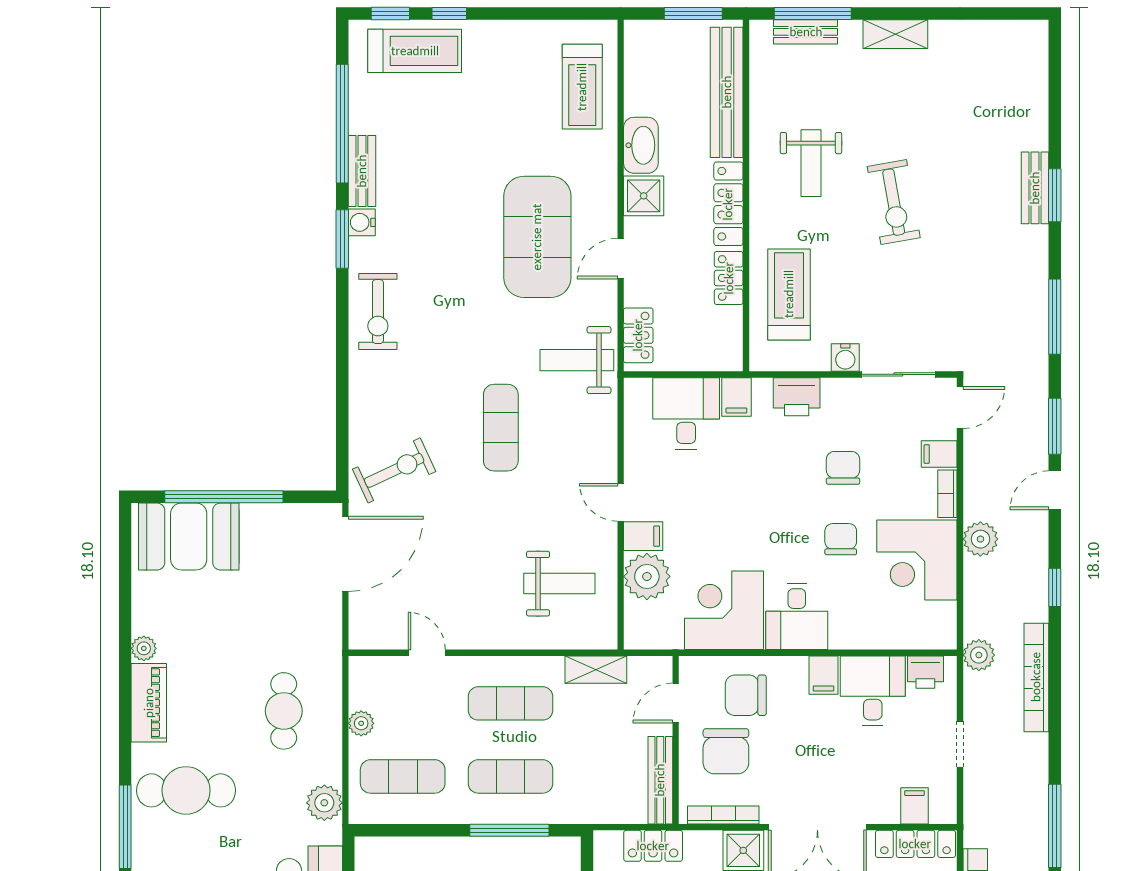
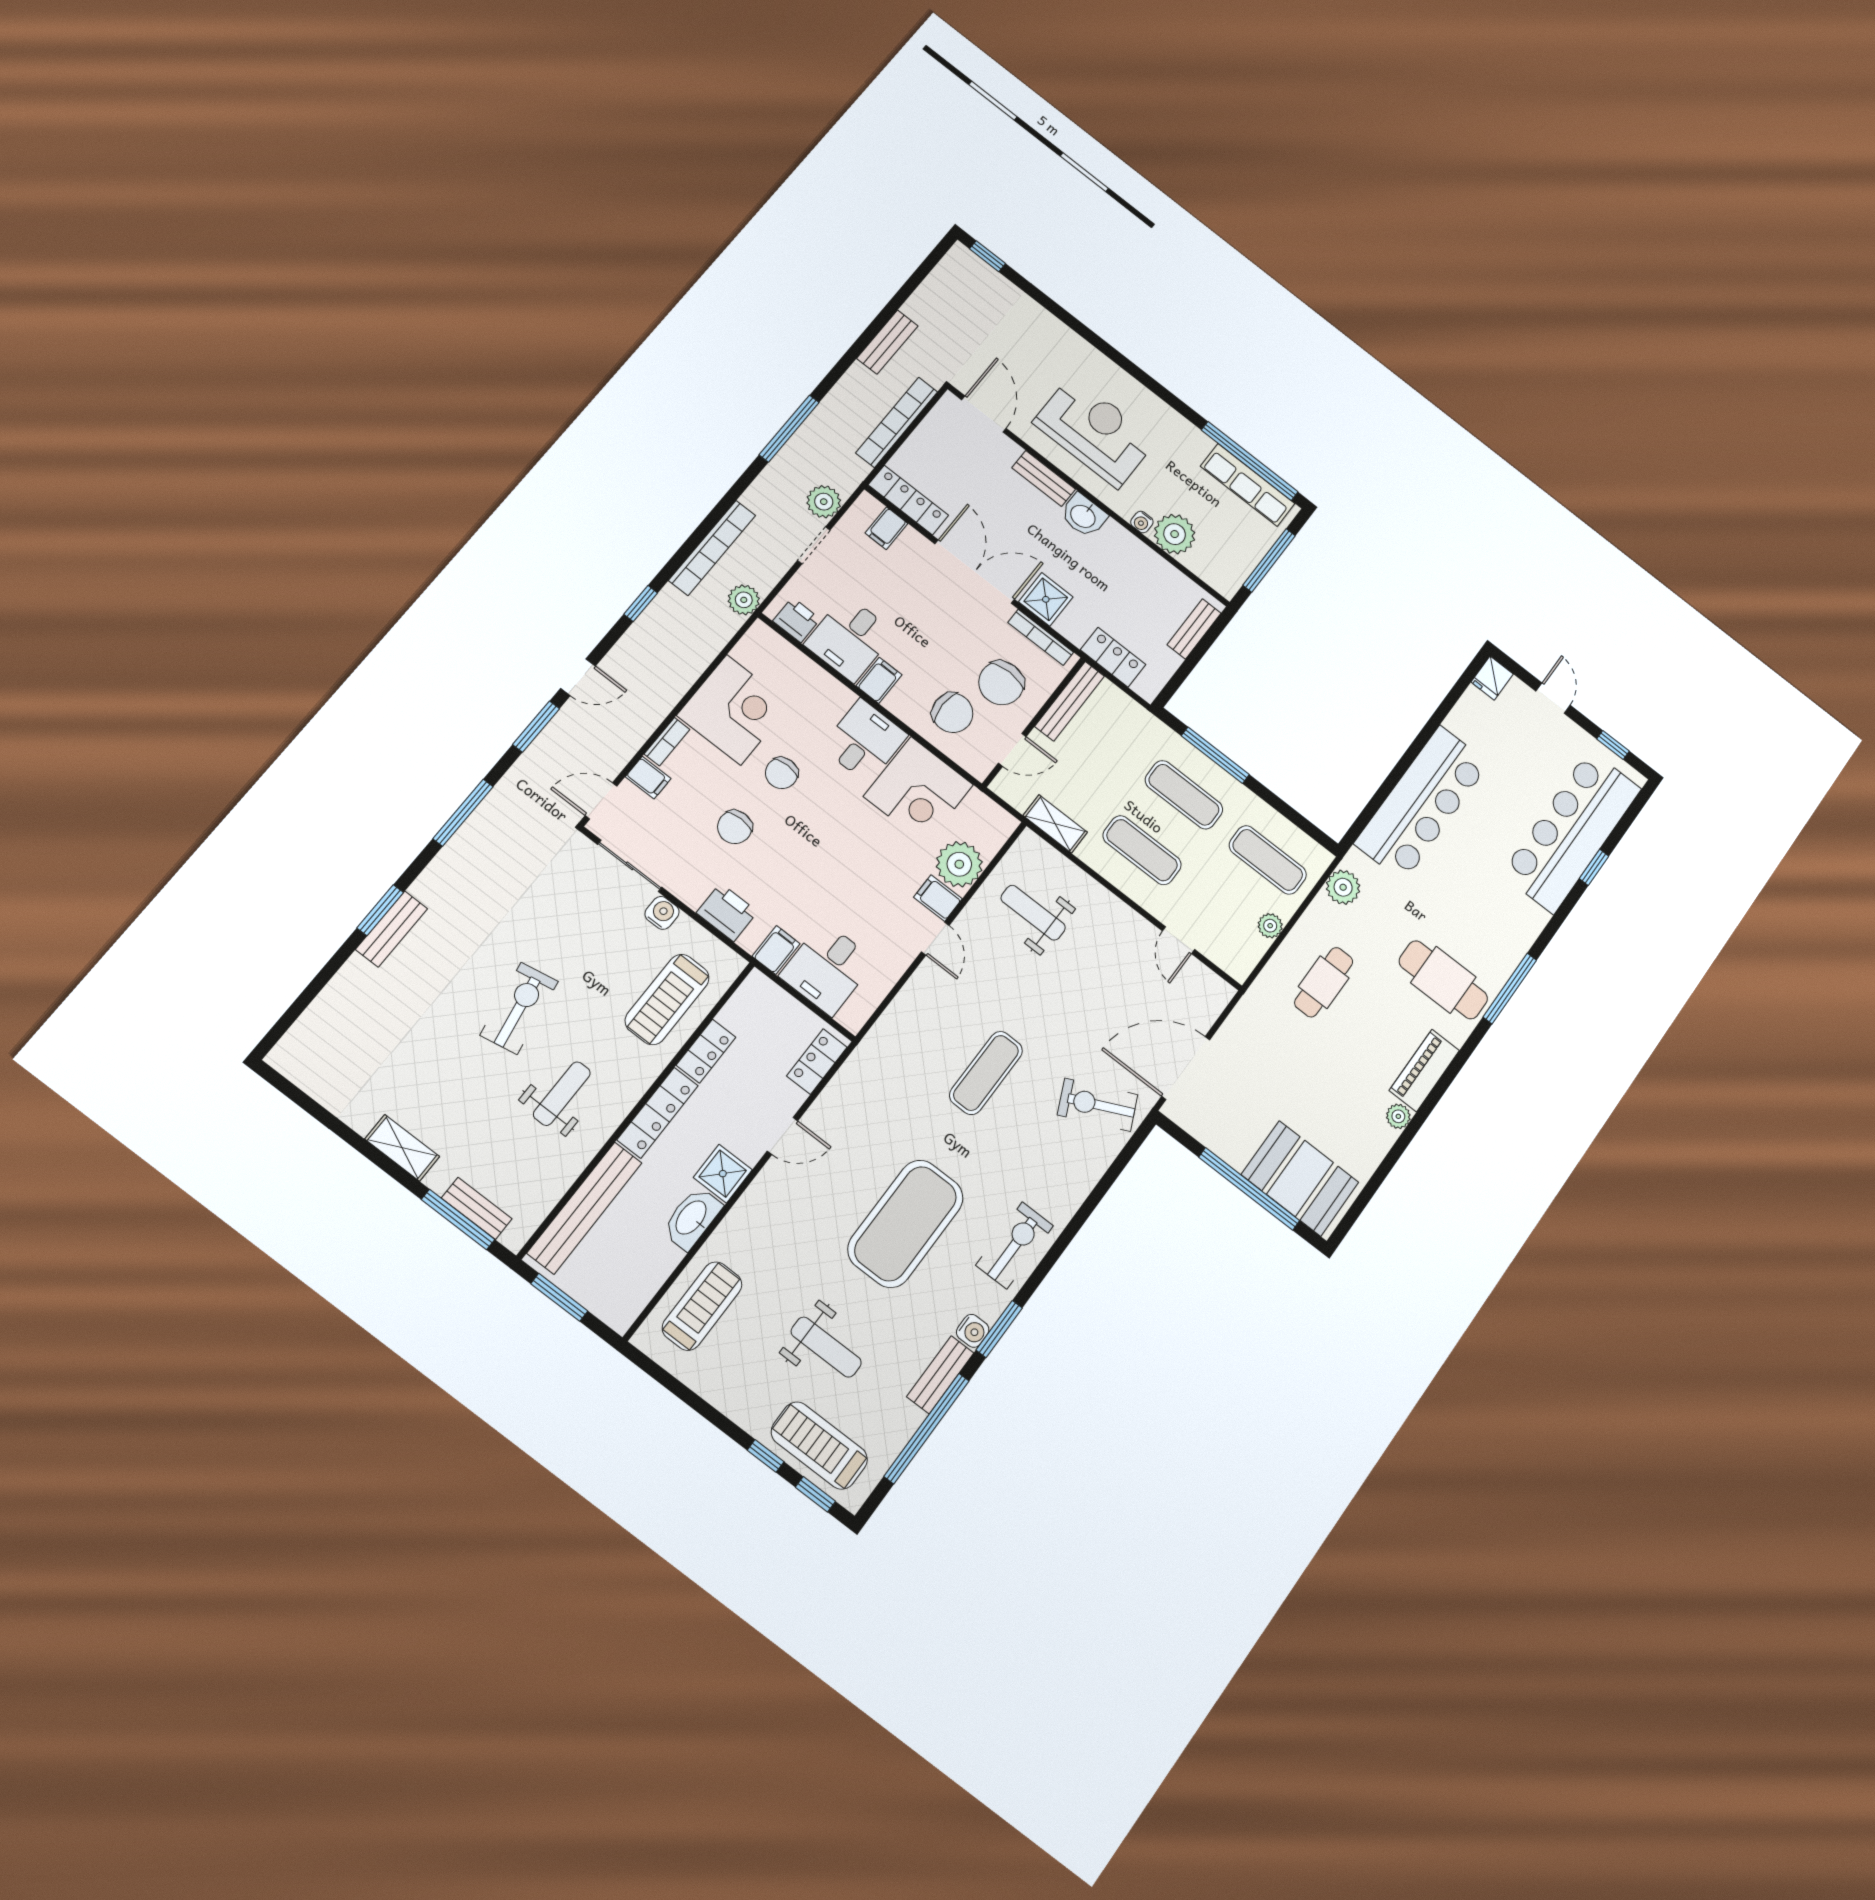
exercise mat: (537, 237) -> (906, 1224), moved
weight bench: (577, 360) -> (826, 1347), moved
plant: (980, 539) -> (824, 502), moved
chair: (726, 751) -> (1001, 683), turned 180

